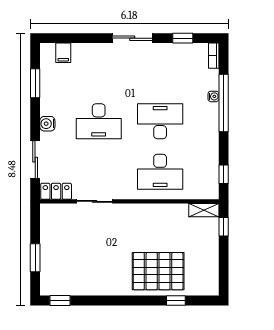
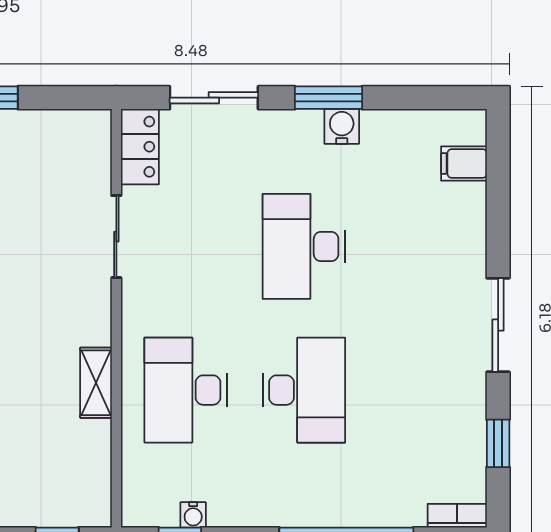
window: (35, 83) -> (329, 98), moved
water cooler: (213, 96) -> (193, 515), moved
water cooler: (47, 124) -> (342, 126), moved
shelving: (204, 210) -> (96, 383), moved

